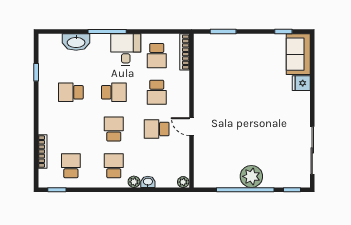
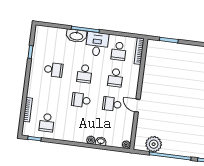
washbasin: (76, 42) -> (76, 36), moved
school desk: (71, 92) -> (54, 70), turned 180
school desk: (114, 92) -> (84, 74), turned 90
school desk: (114, 129) -> (81, 100), turned -90
school desk: (71, 166) -> (47, 123), turned 180
school desk: (114, 166) -> (78, 127), removed
plant: (251, 176) -> (154, 144), moved

